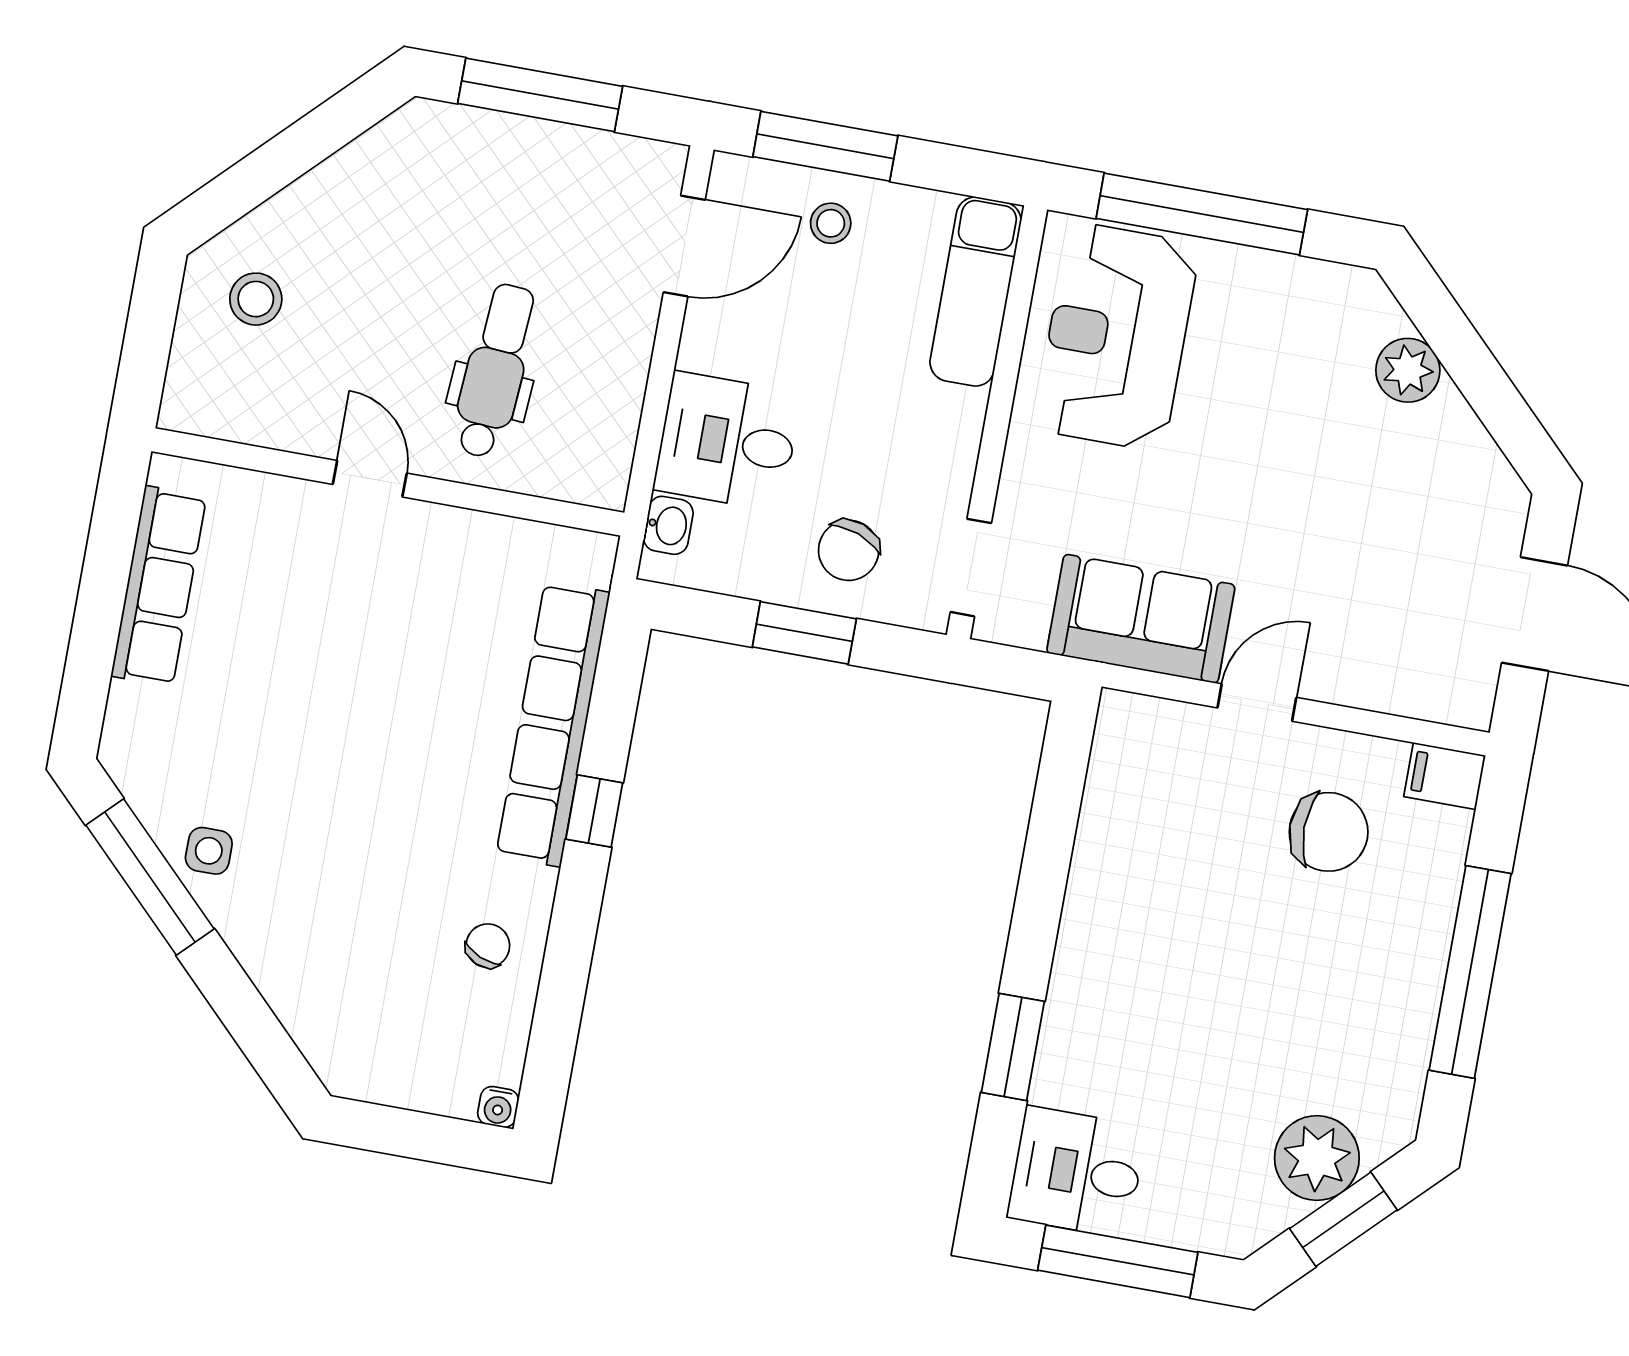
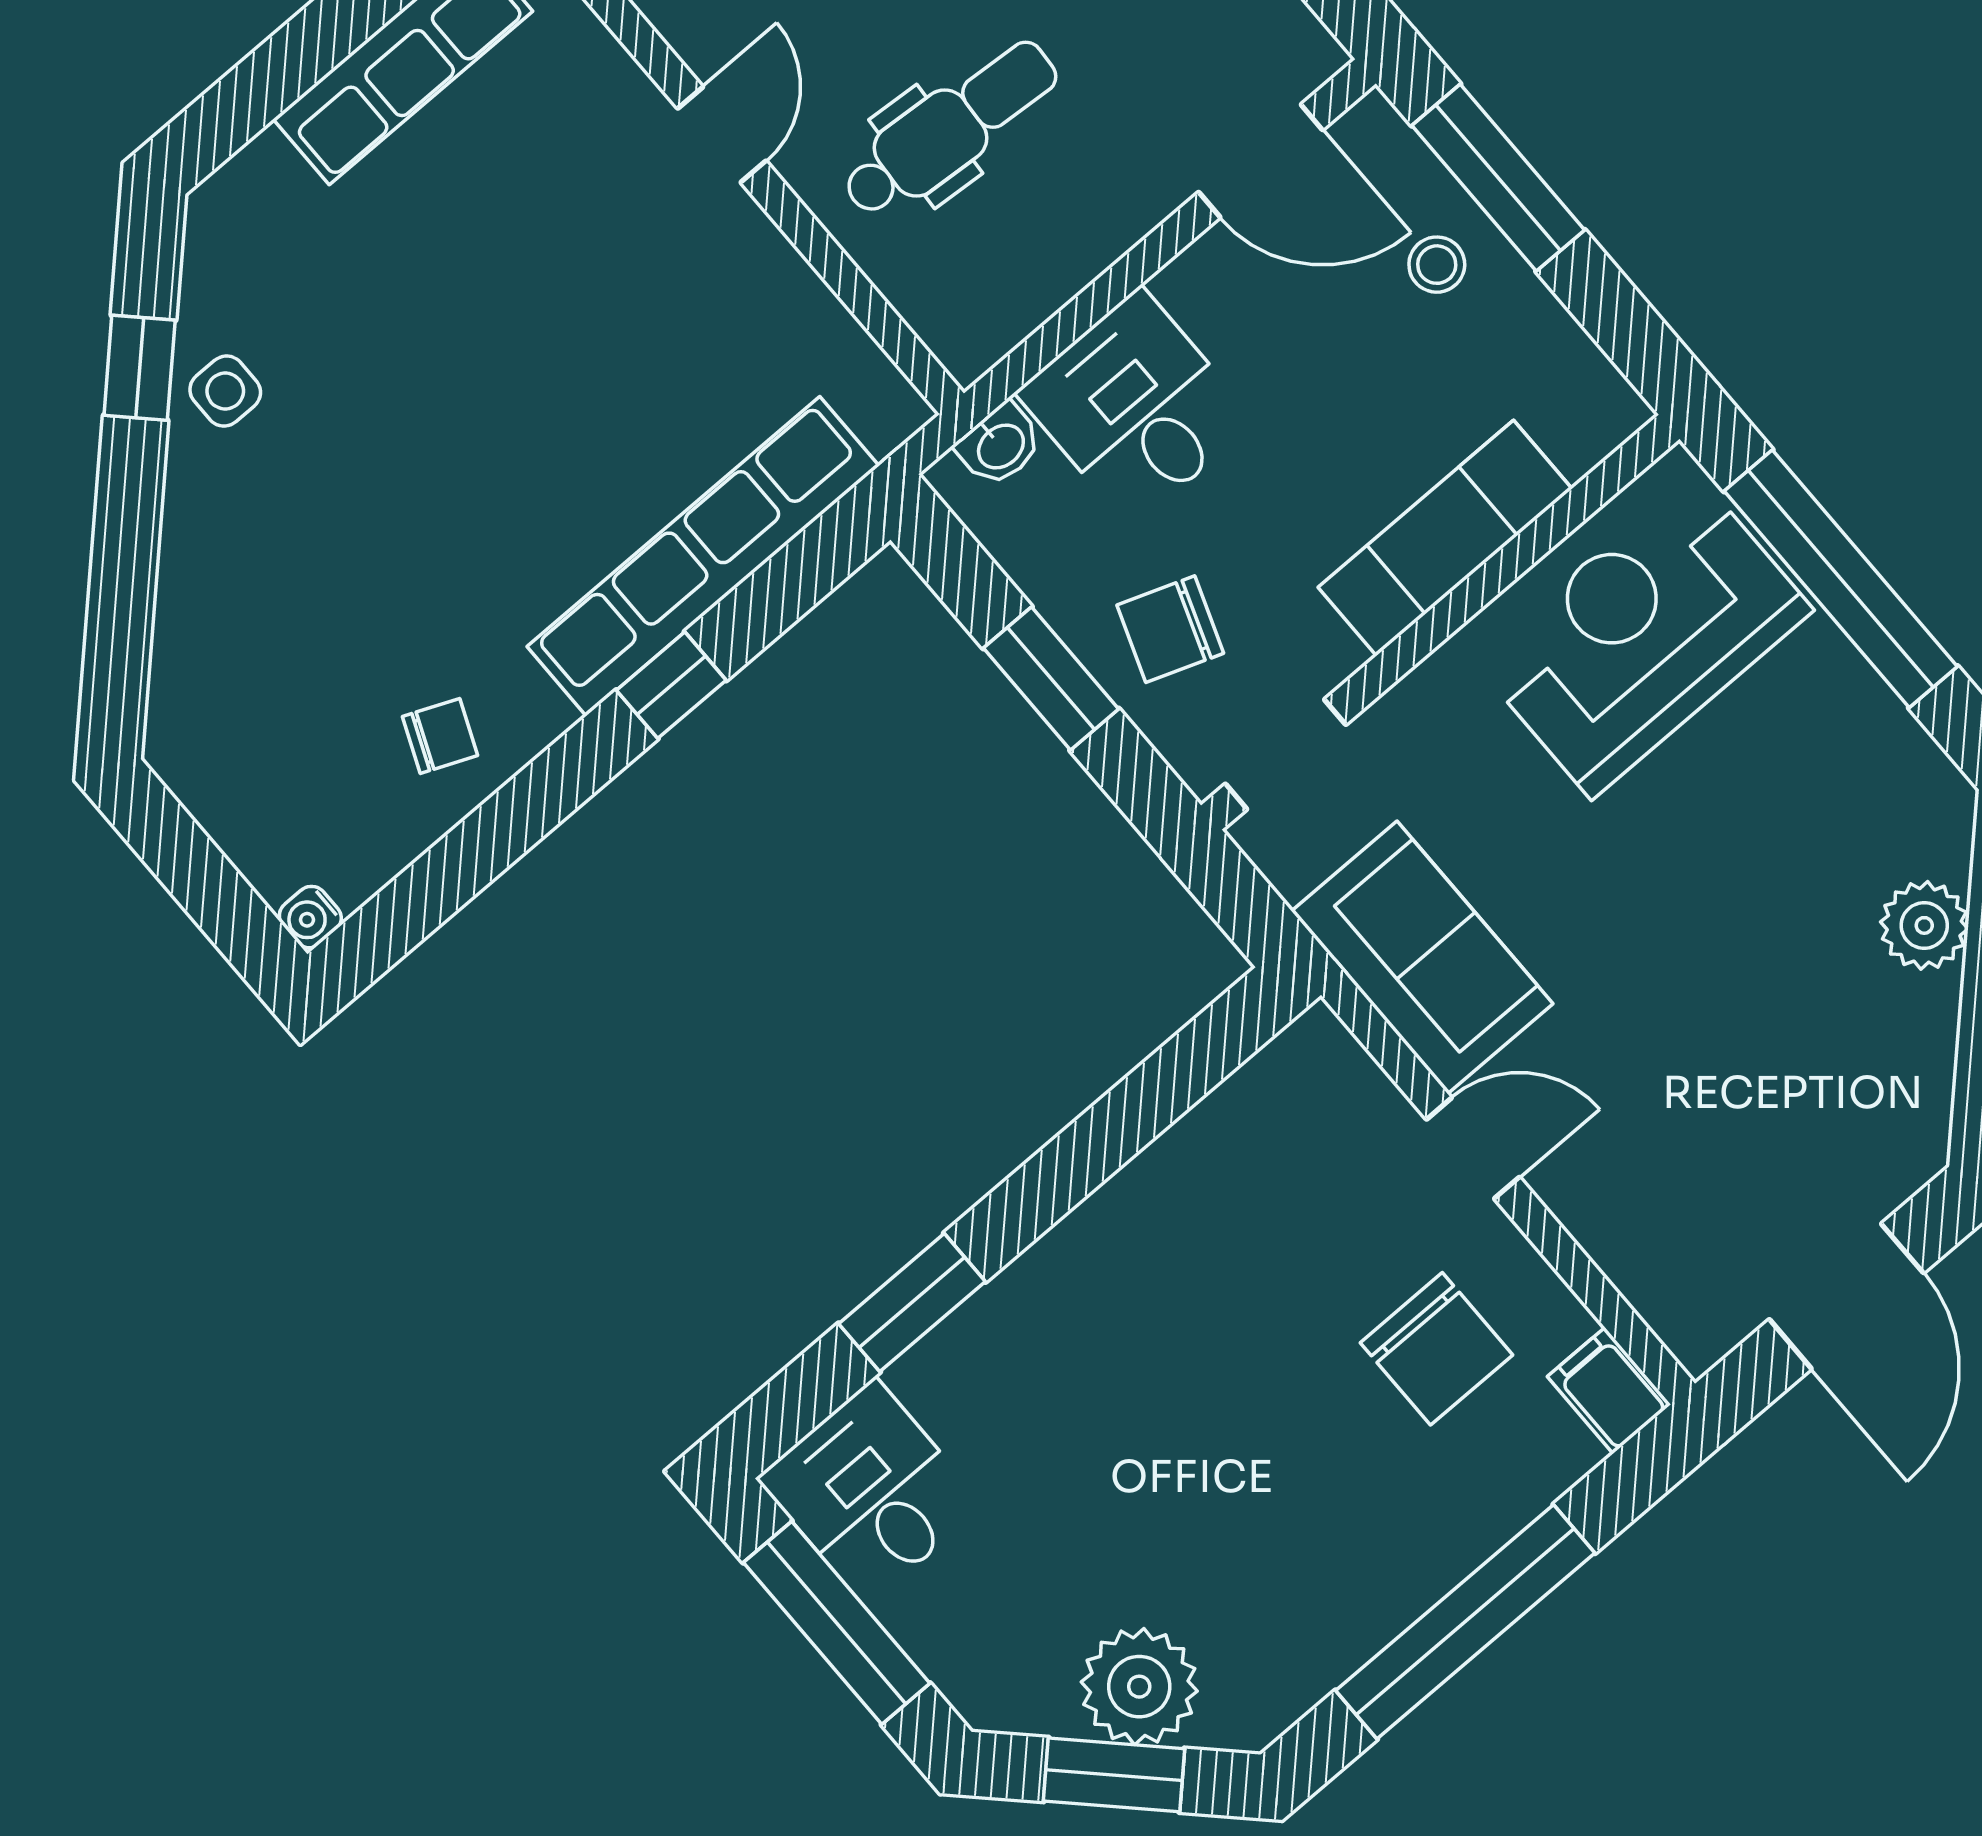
exam couch: (976, 292) -> (1445, 538), moved
window: (150, 877) -> (140, 368), width x0.46

